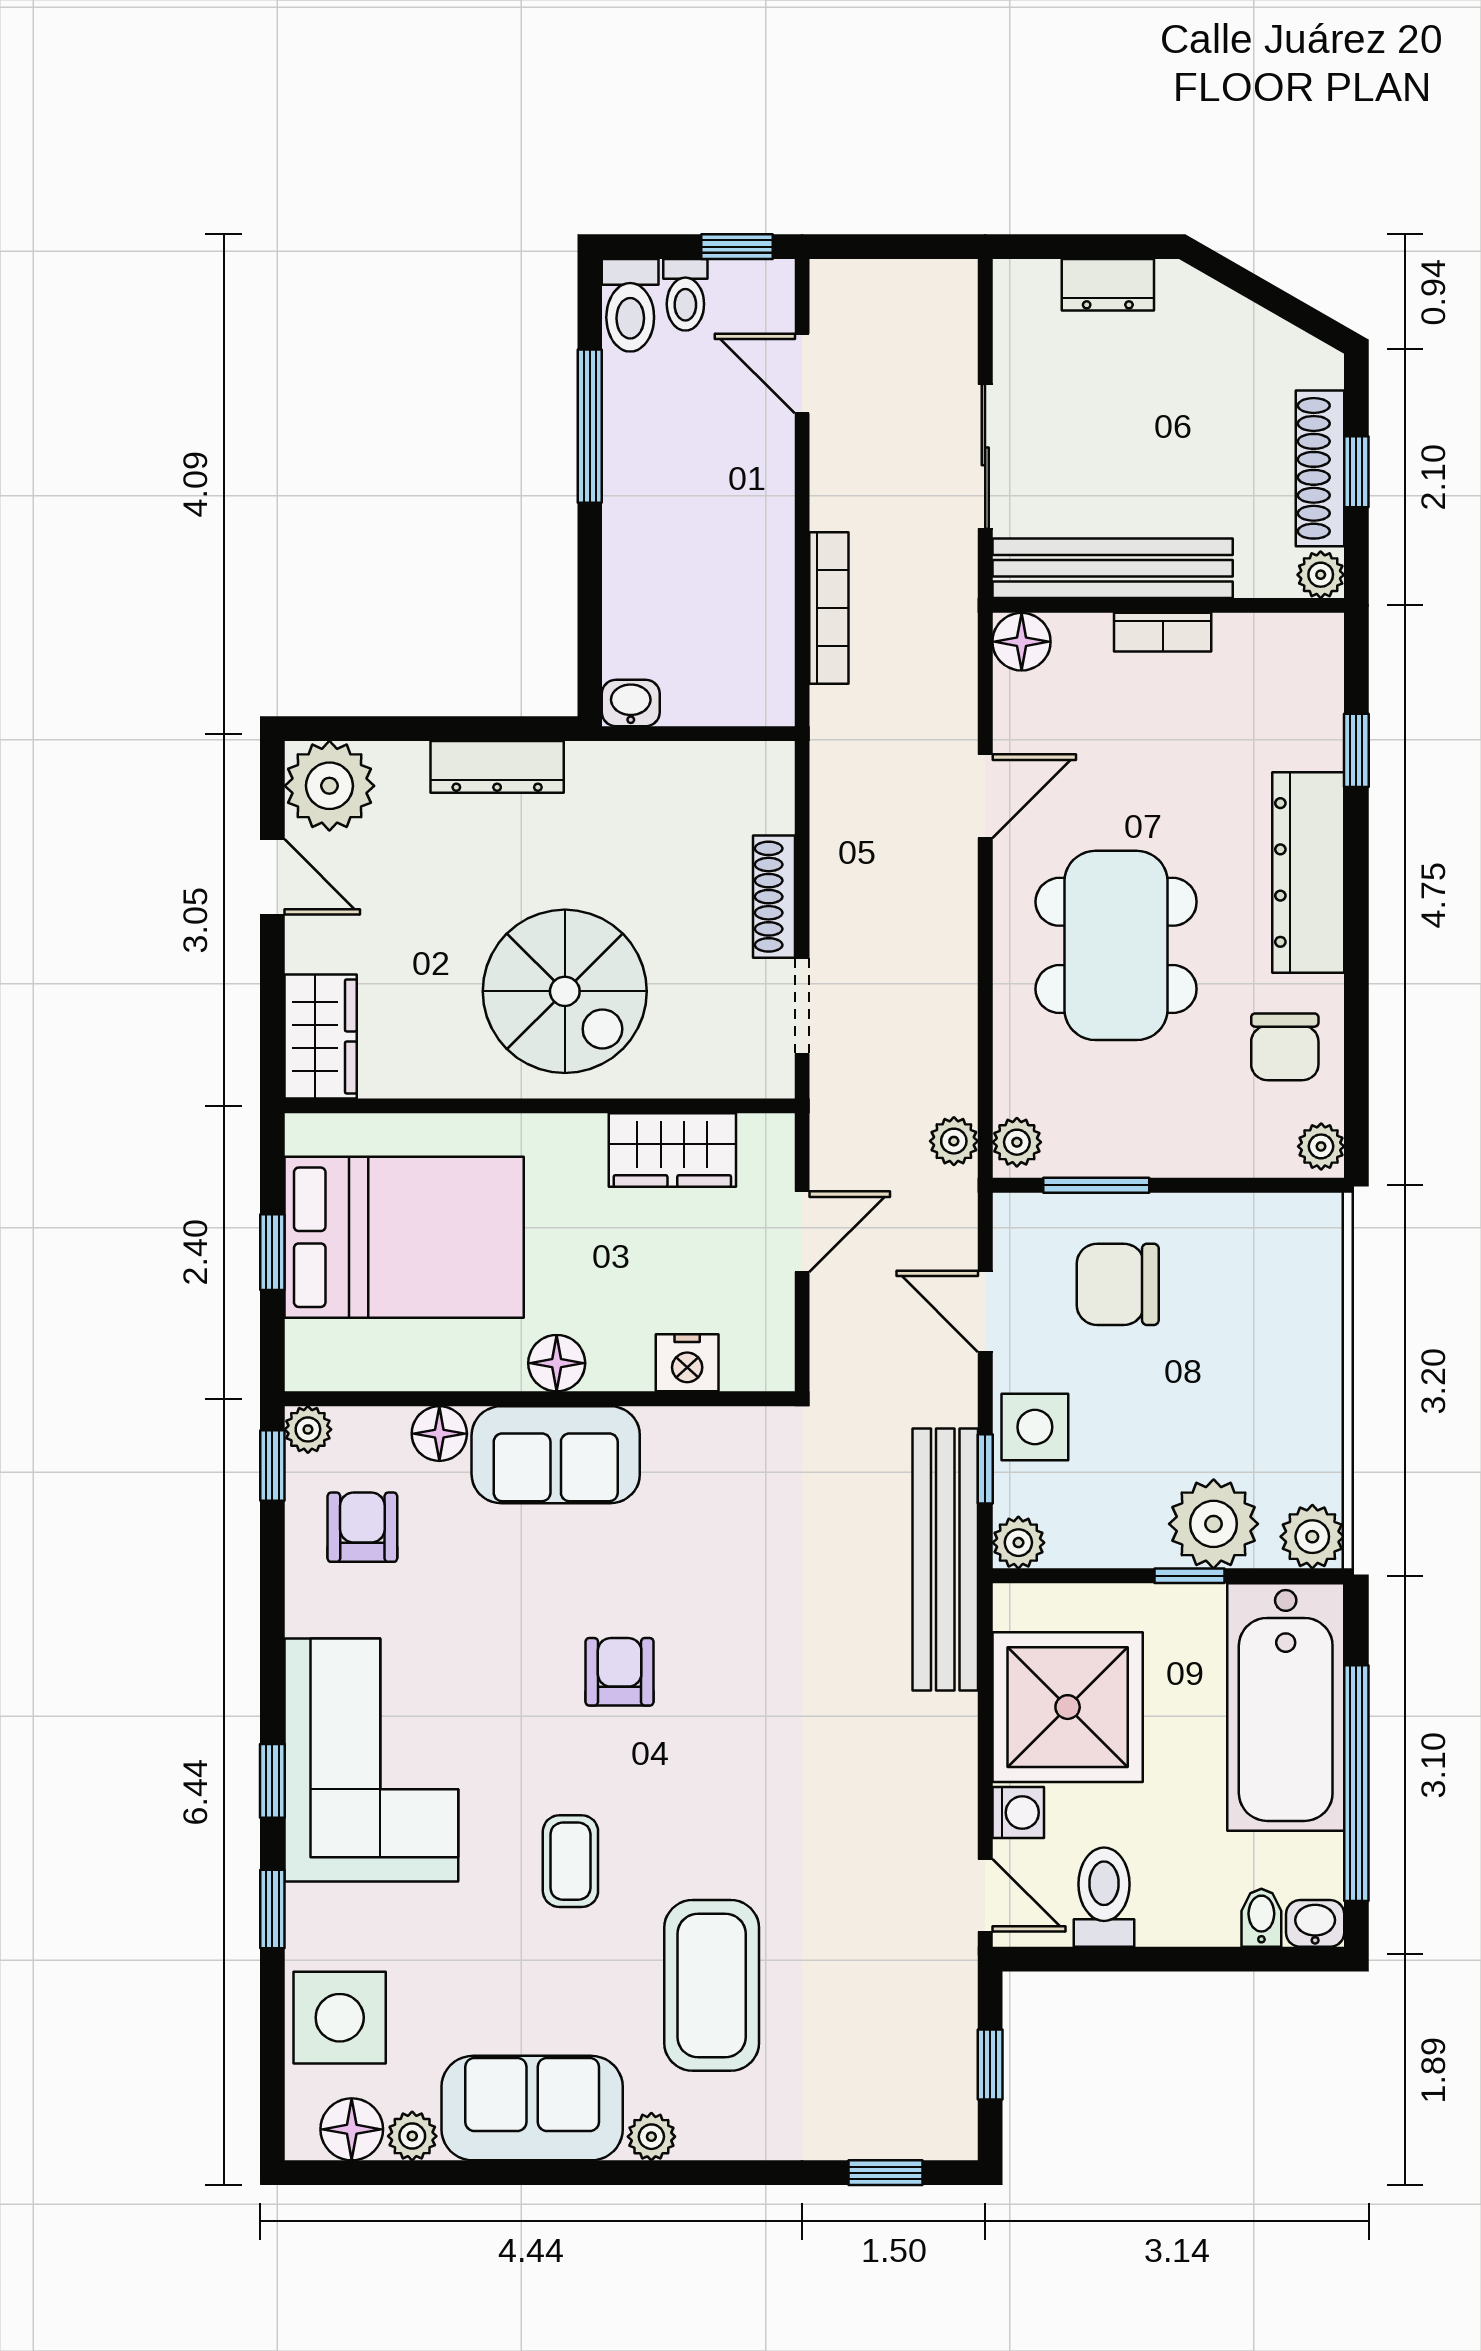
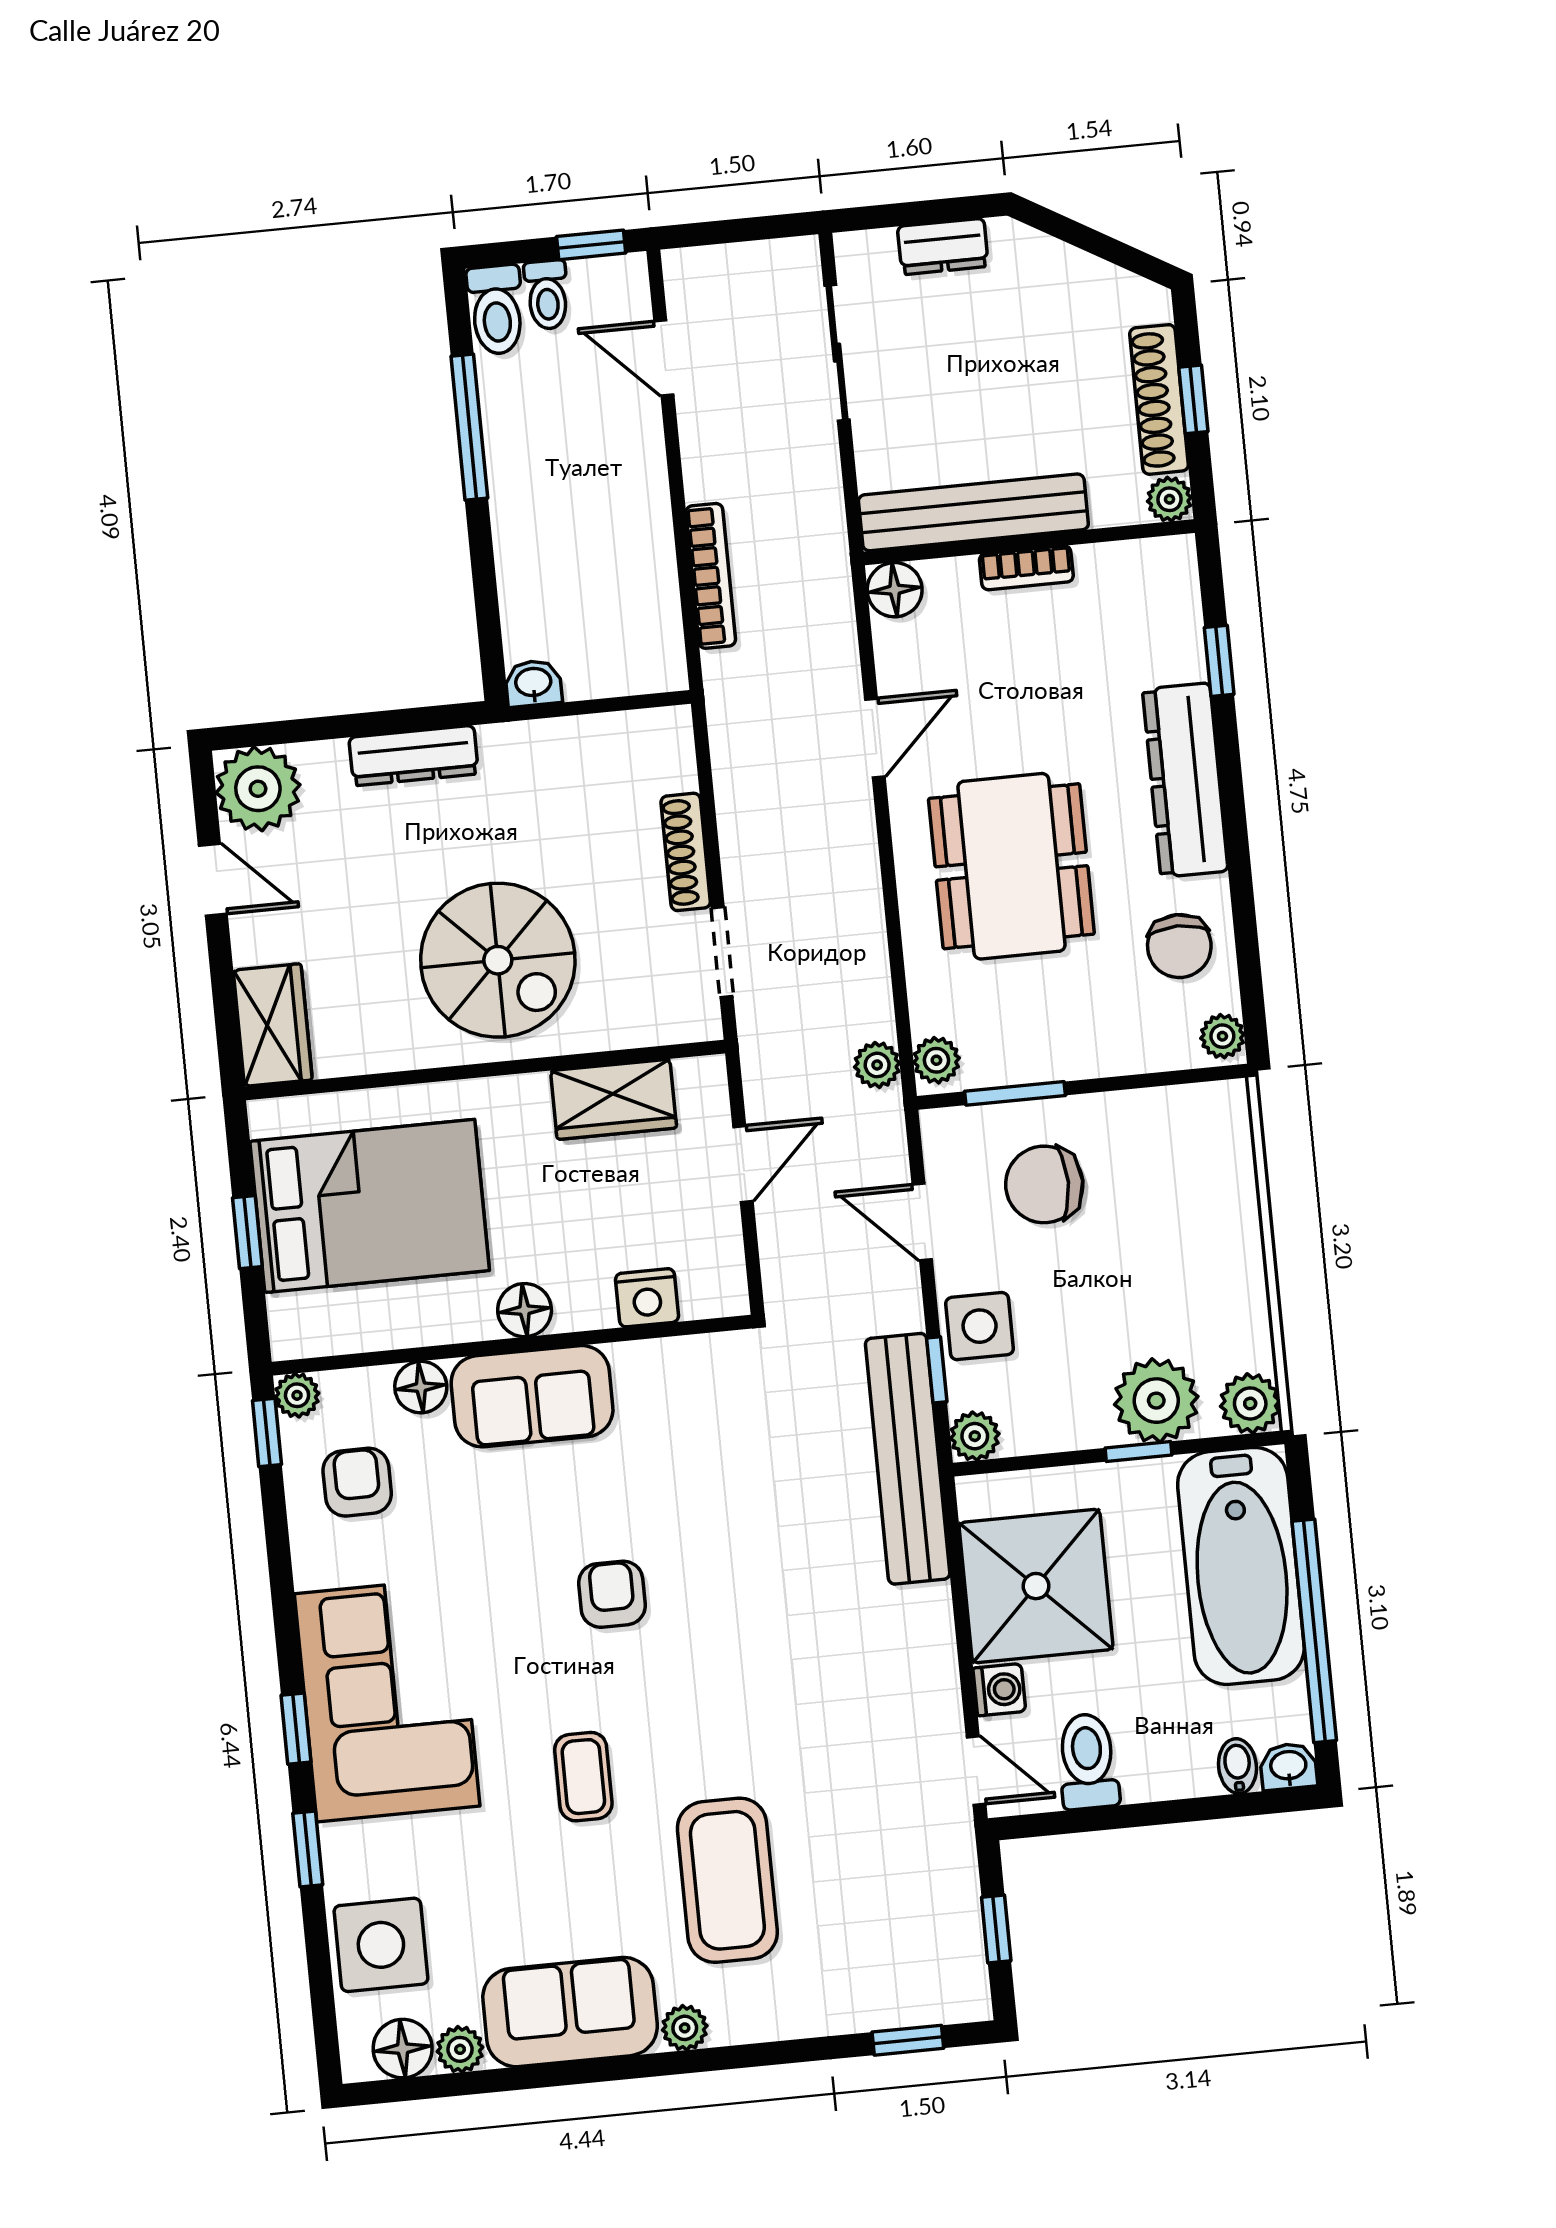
sliding door: (985, 456) -> (837, 353), moved

